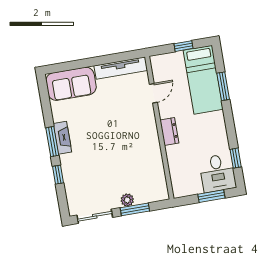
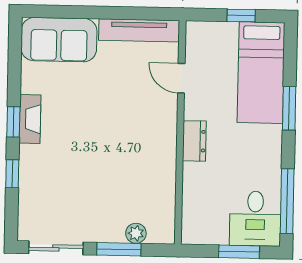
window: (223, 86) -> (289, 108), moved
door: (153, 93) -> (181, 78), swing flipped
window: (52, 142) -> (13, 122), width x0.67
window: (236, 158) -> (287, 201), width x2.17
plant: (127, 200) -> (136, 233), moved

